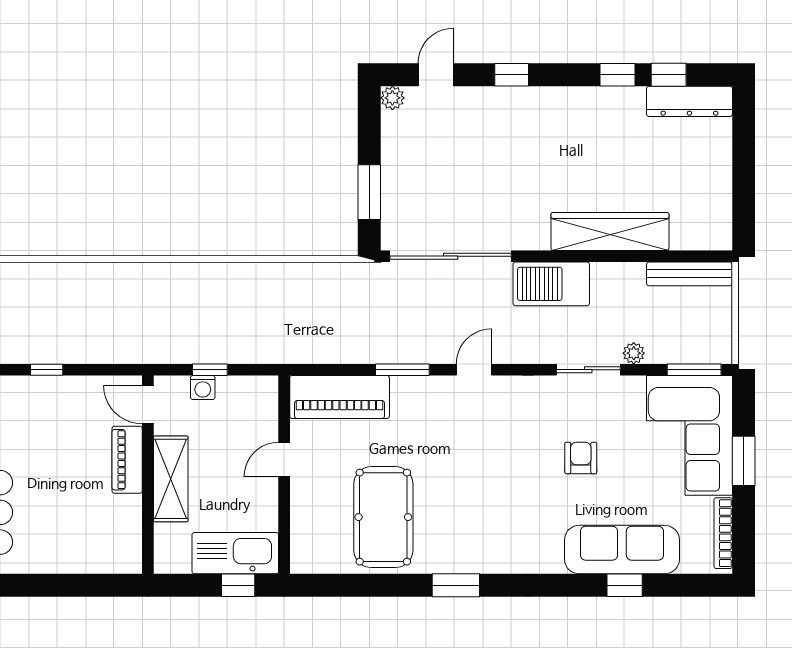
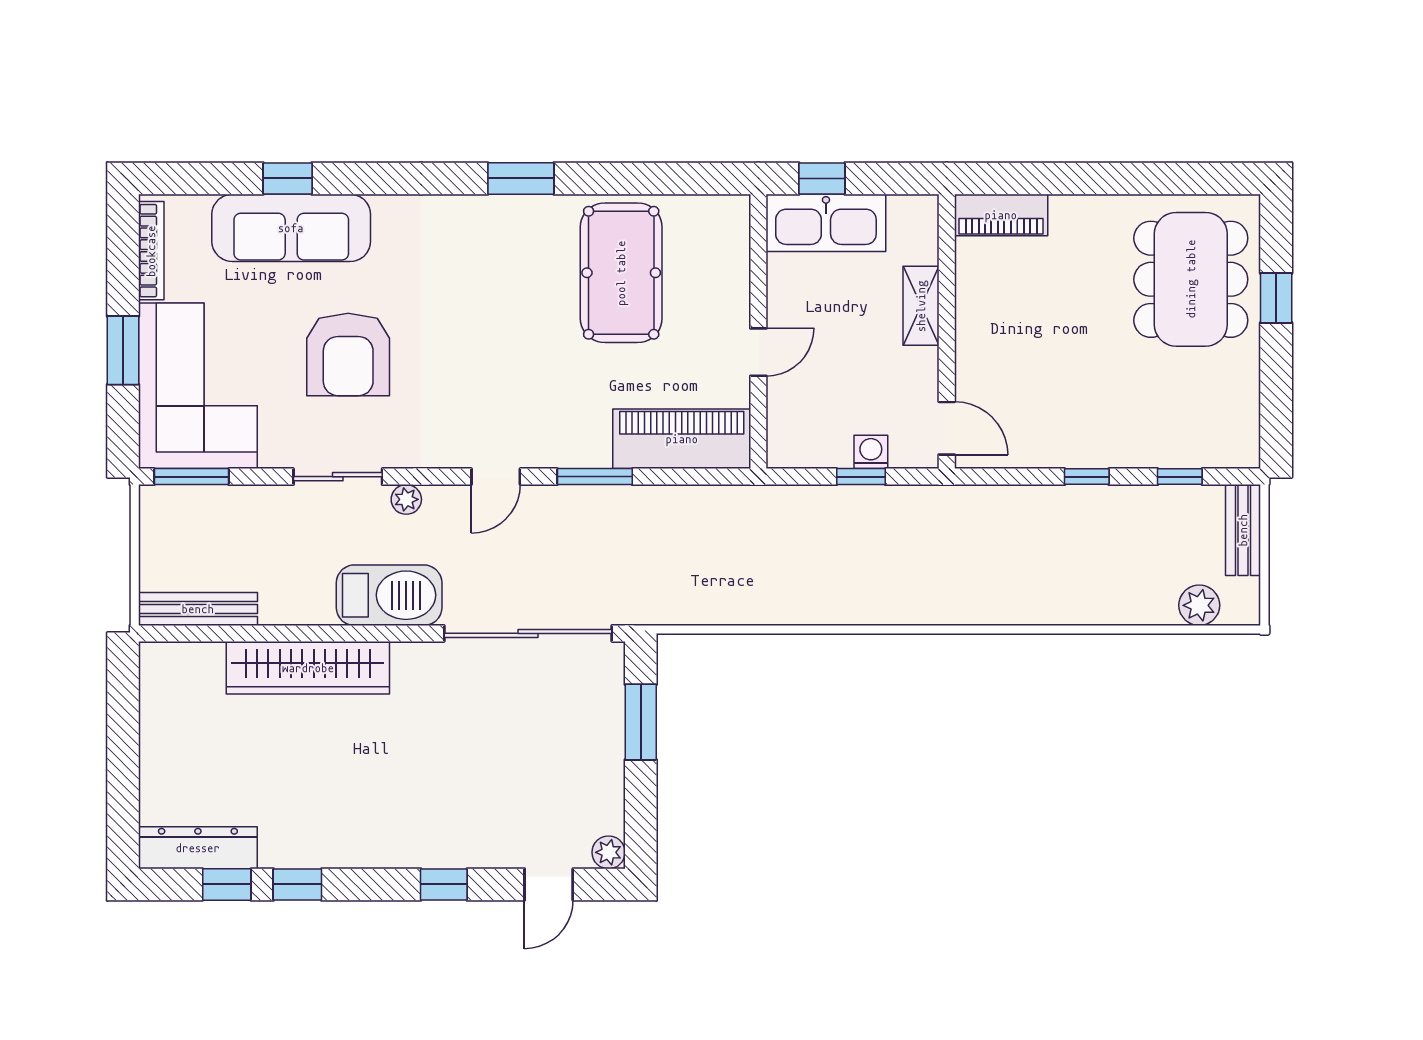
plant: (634, 353) -> (406, 499), moved
armchair: (581, 458) -> (348, 355), width x1.88, depth x1.88
piano: (127, 460) -> (1001, 215), moved, turned 90
shelving: (171, 479) -> (921, 306), width x0.67, depth x0.75

